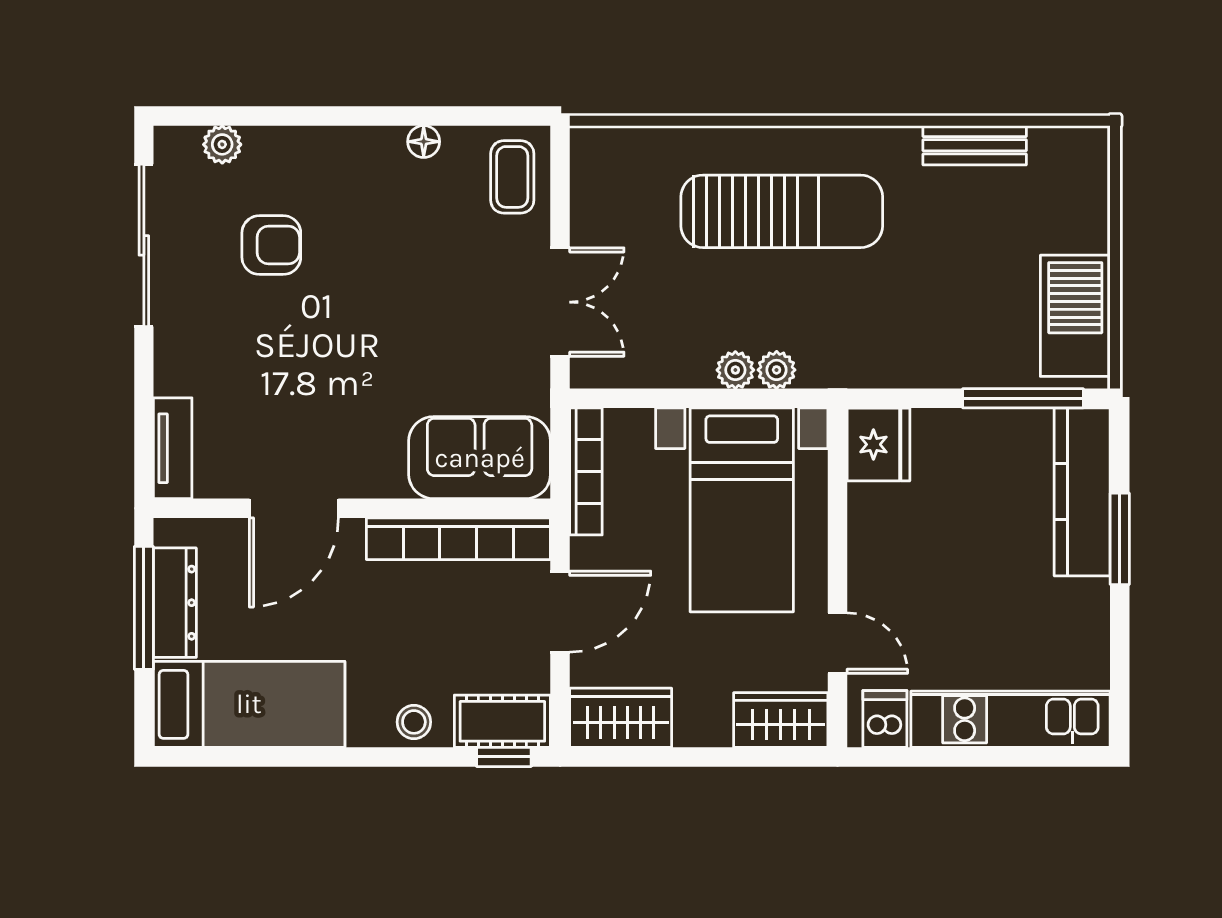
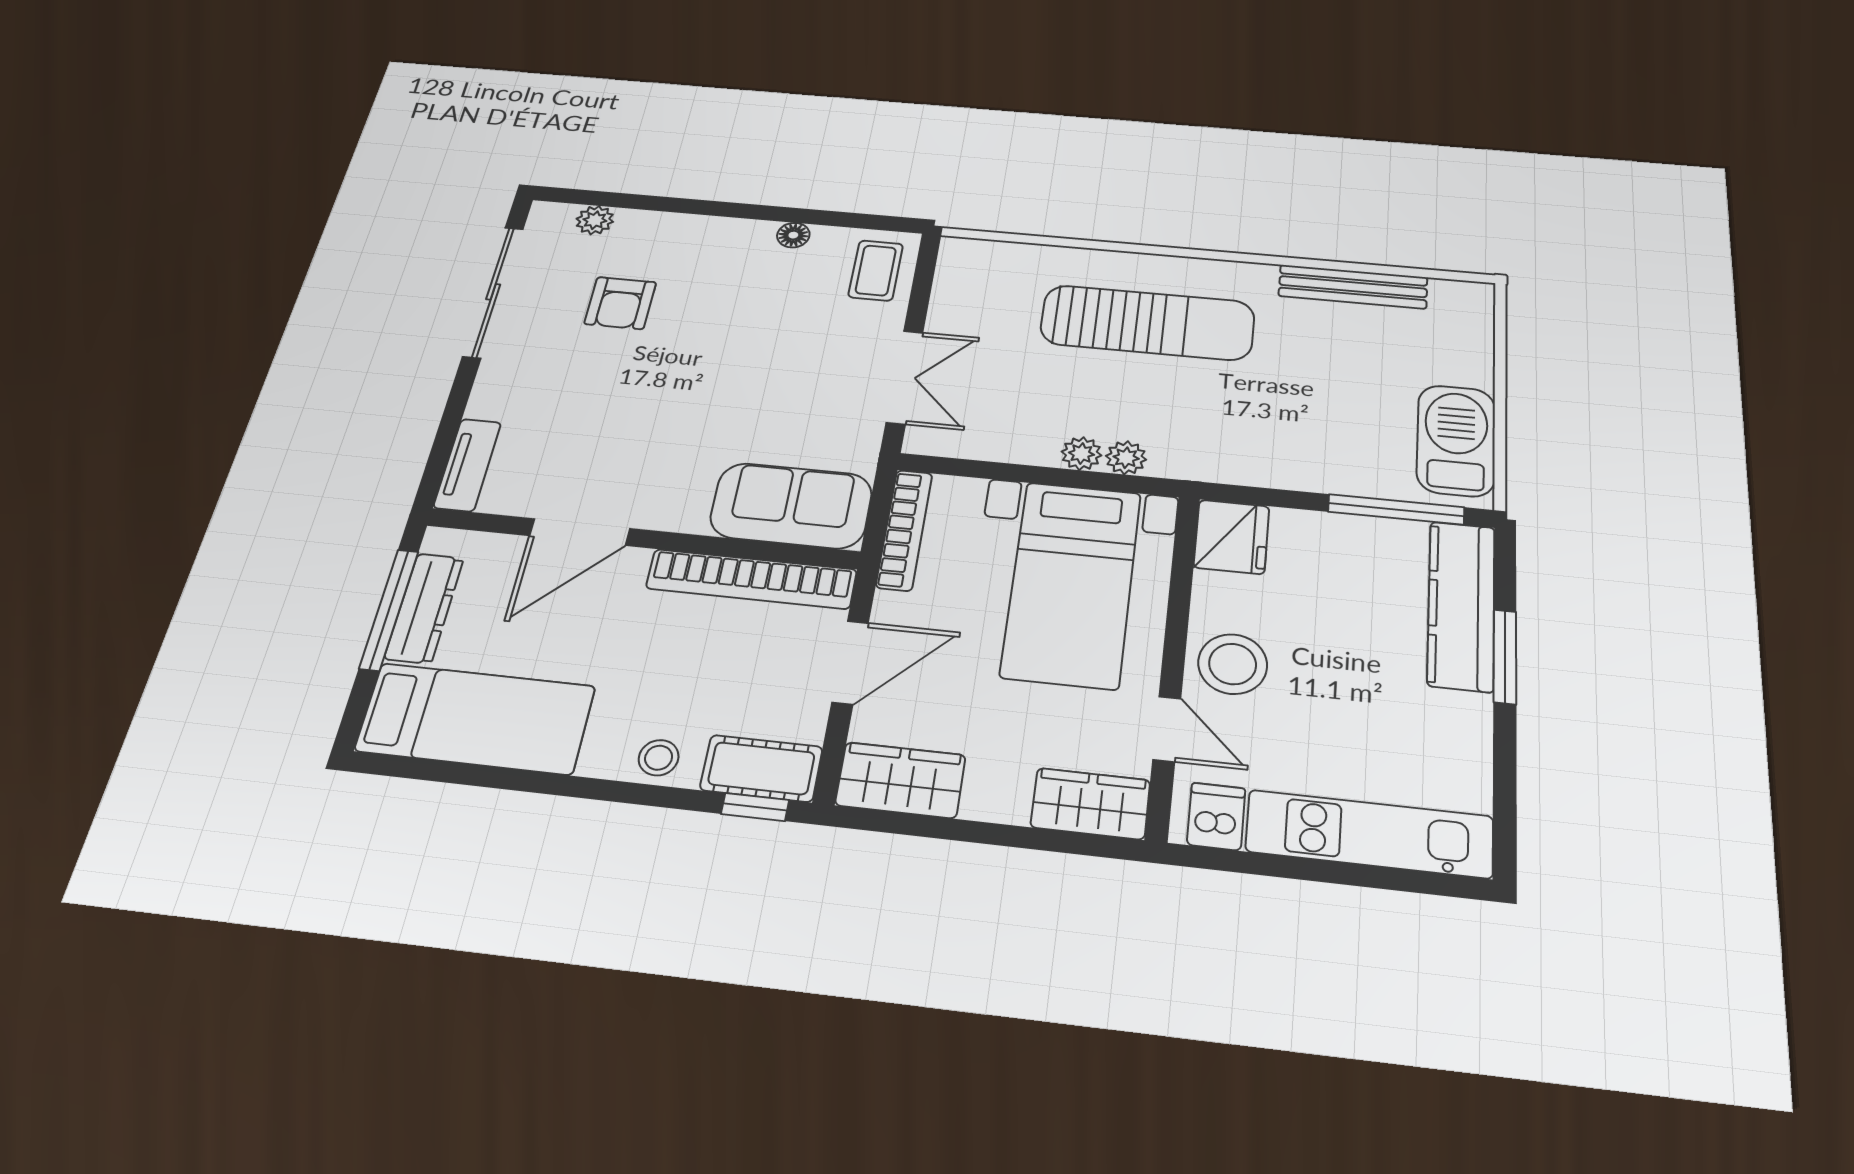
bench: (975, 145) -> (1353, 287), width x1.36
armchair: (271, 245) -> (620, 303), turned 90
stool: (888, 574) -> (1233, 664), added

